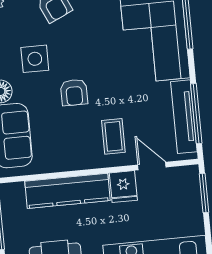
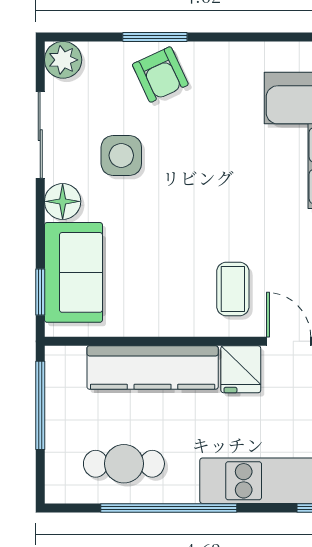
armchair: (74, 92) -> (178, 214), removed

